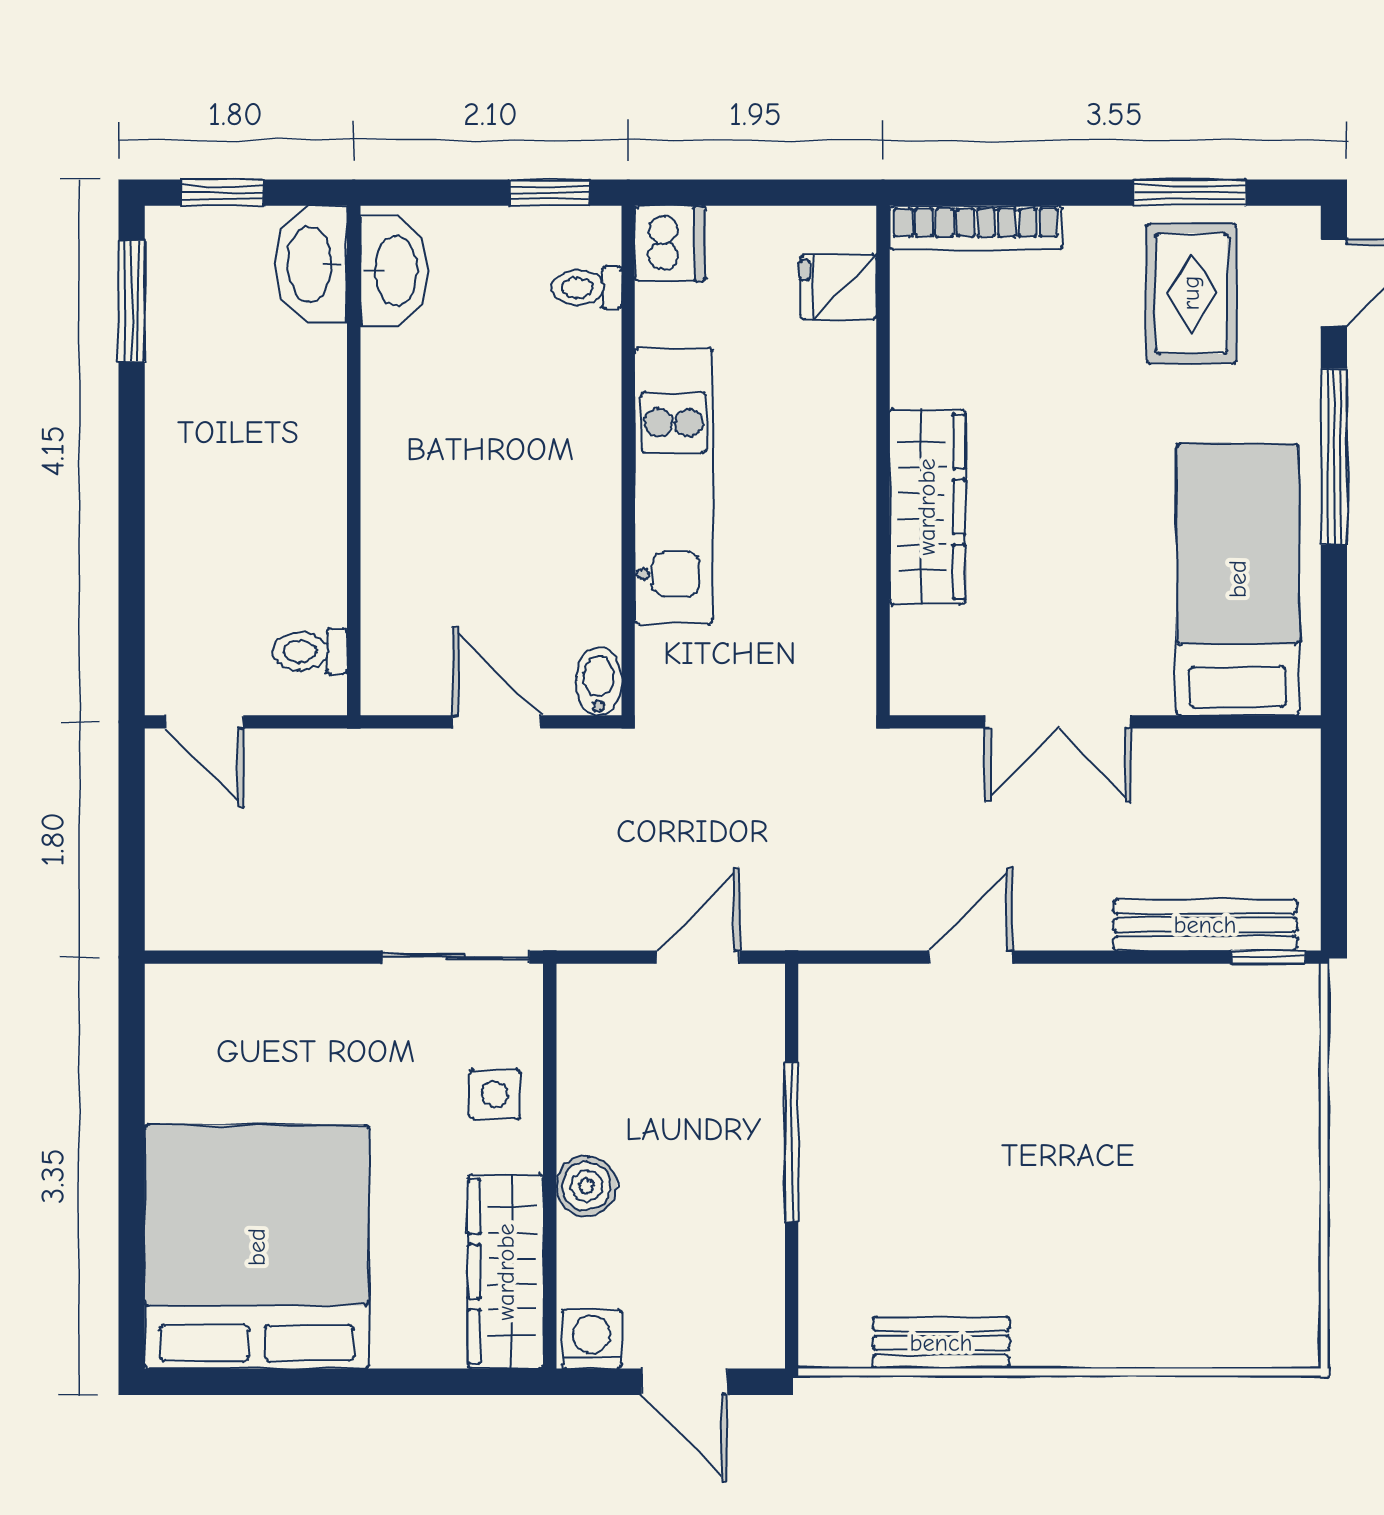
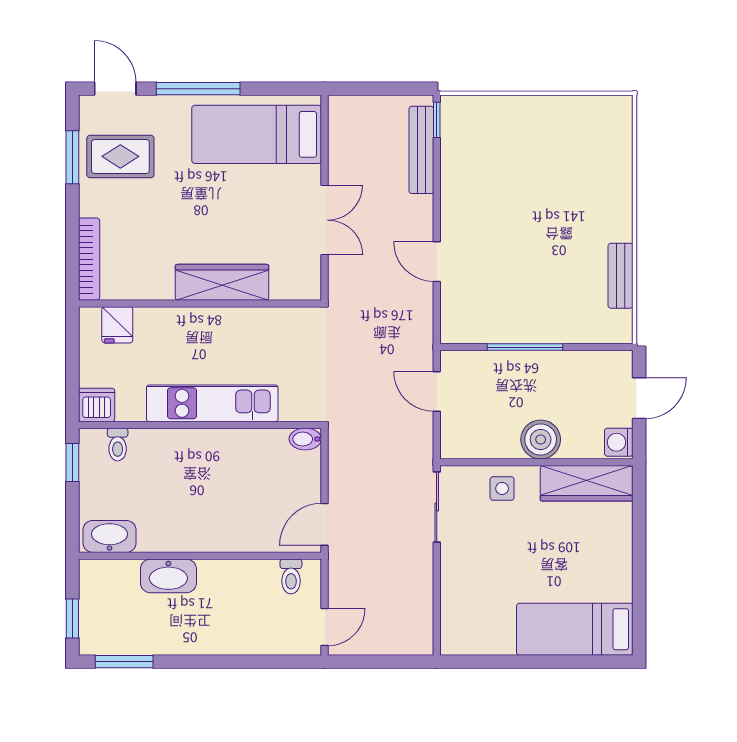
washbasin: (311, 264) -> (168, 576), moved
door: (496, 722) -> (325, 524), moved
boiler: (587, 1186) -> (541, 439), width x1.36, depth x1.36
bed: (257, 1247) -> (575, 629), width x0.49

